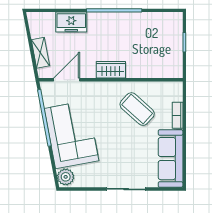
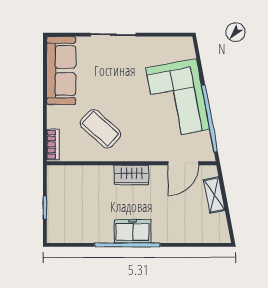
freezer: (71, 22) -> (133, 231), moved
bookcase: (178, 115) -> (53, 145), moved
plant: (66, 177) -> (185, 49), removed

